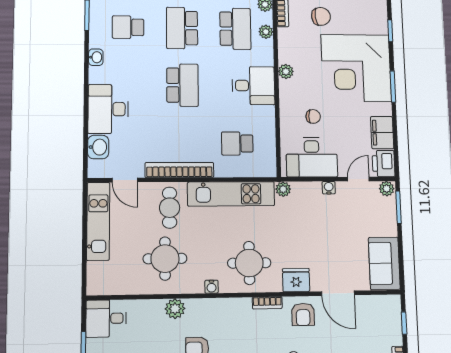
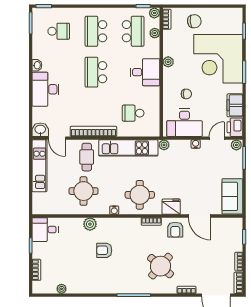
school desk: (128, 27) -> (59, 31), turned 180
washbasin: (96, 57) -> (37, 65), moved
school desk: (182, 85) -> (96, 72), turned 180
washbasin: (98, 147) -> (40, 130), moved, turned -90

